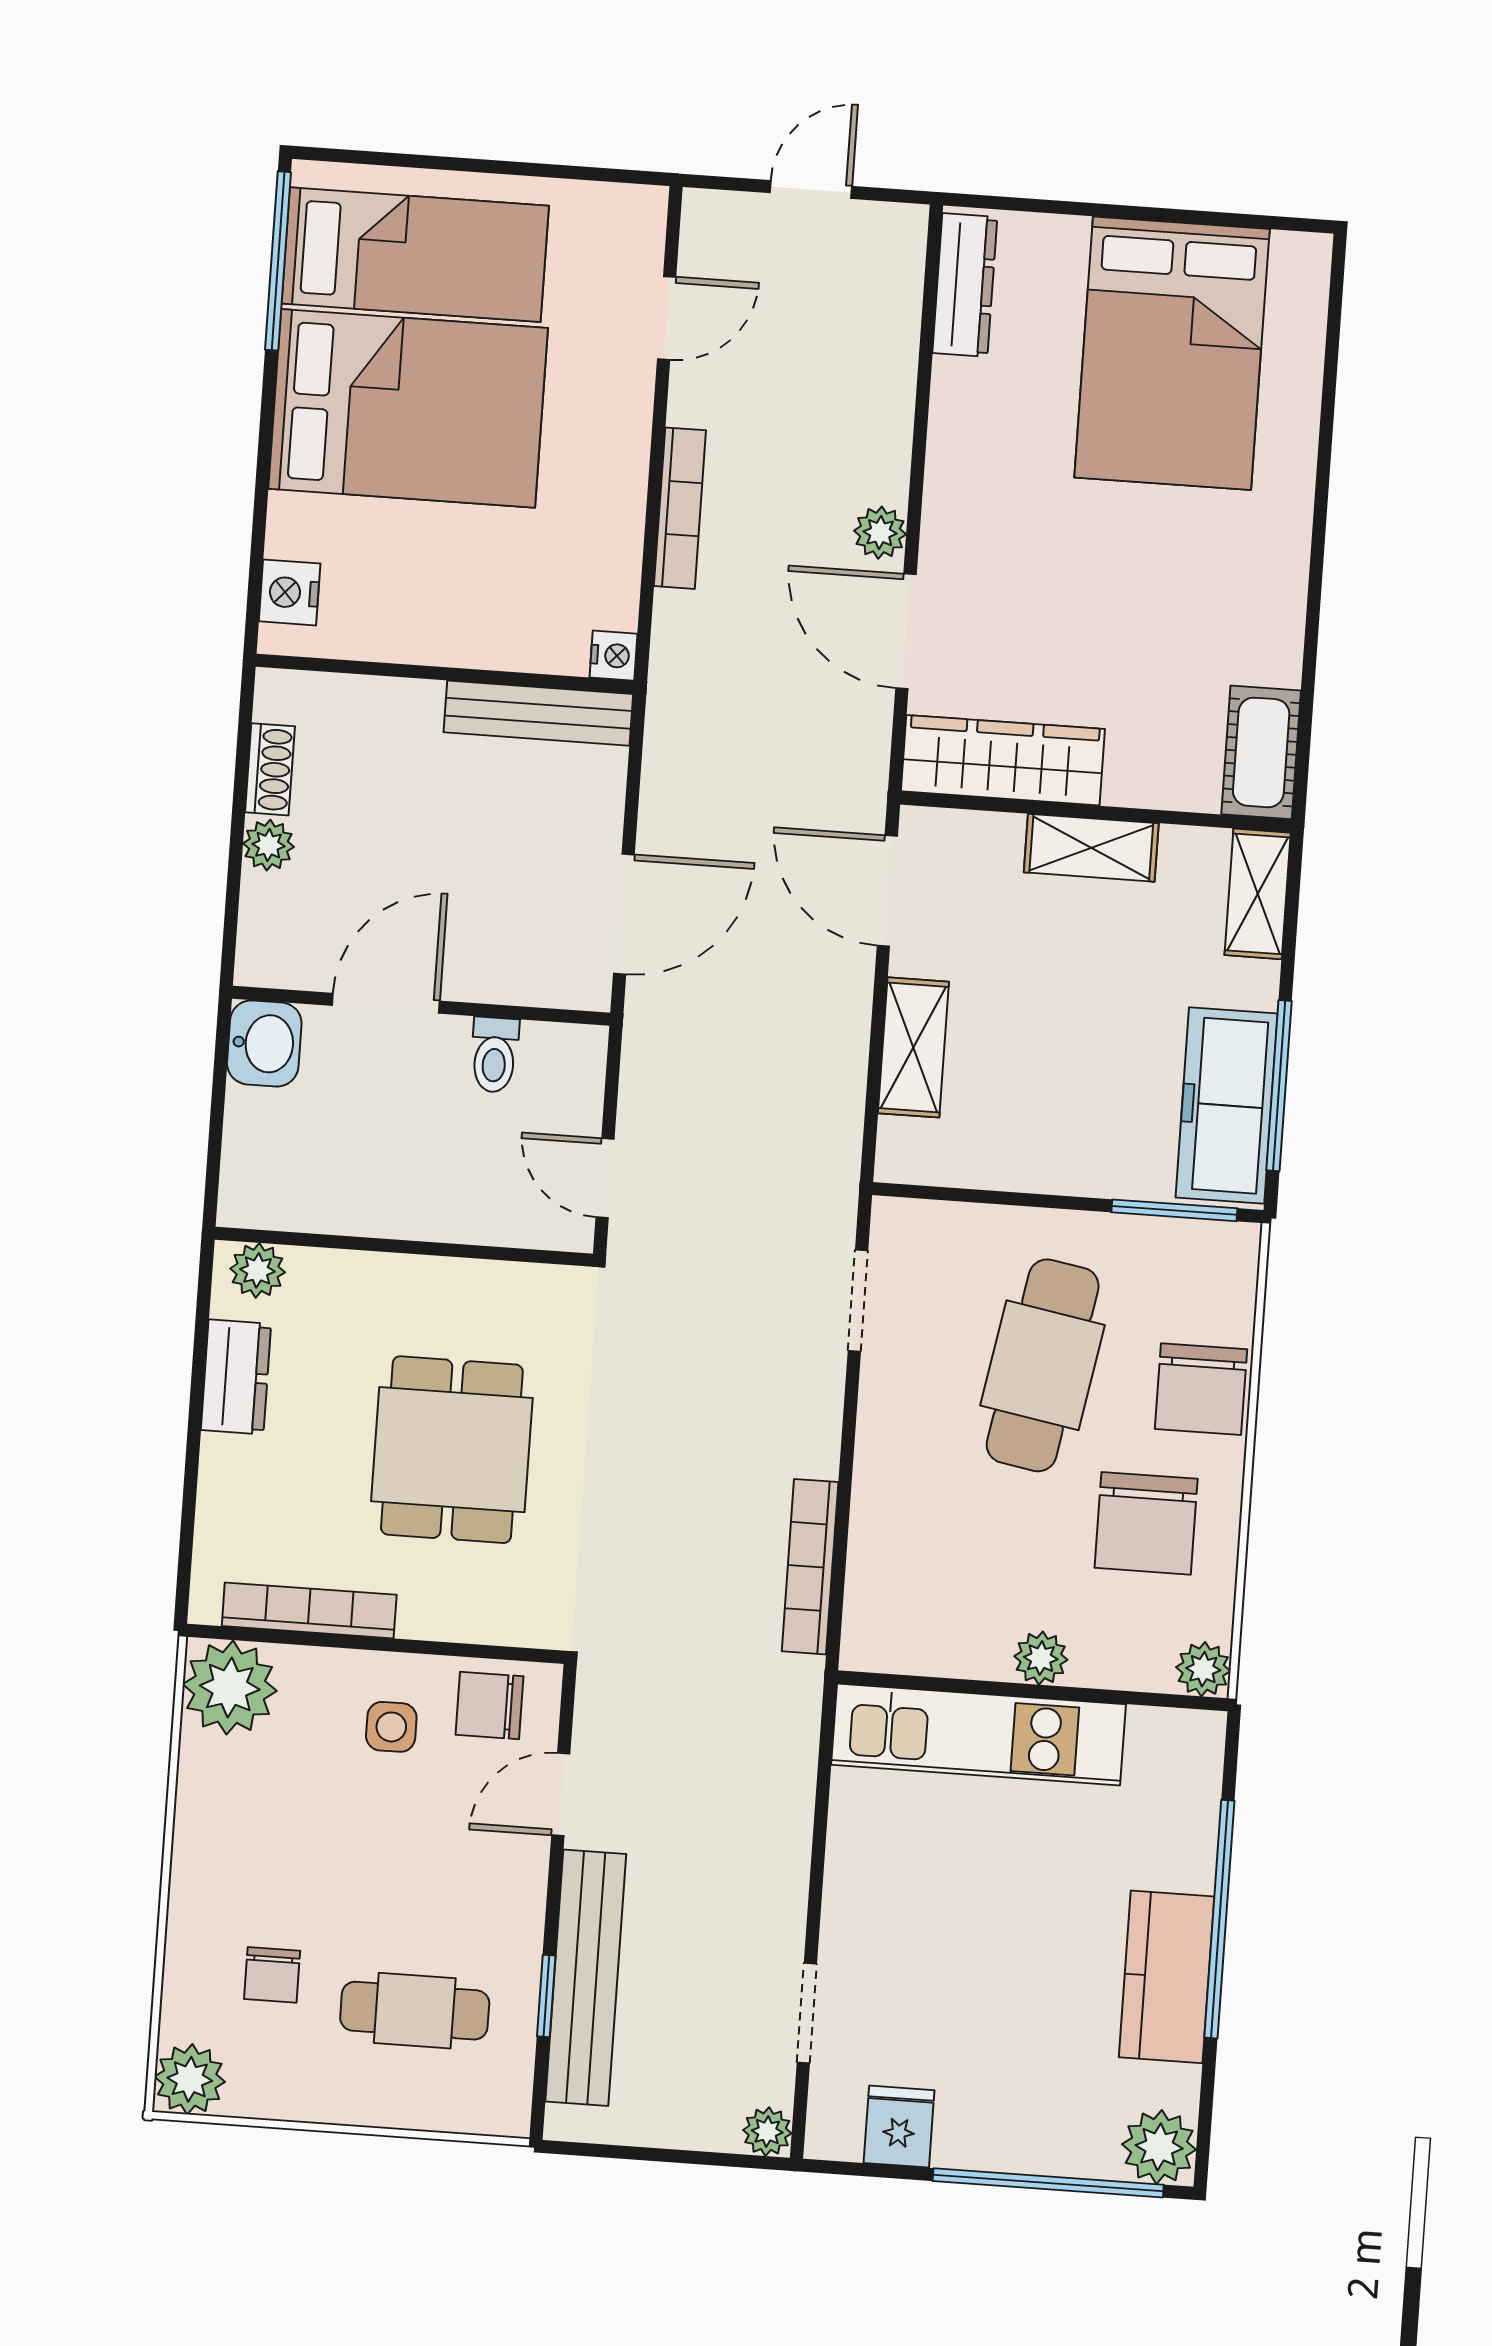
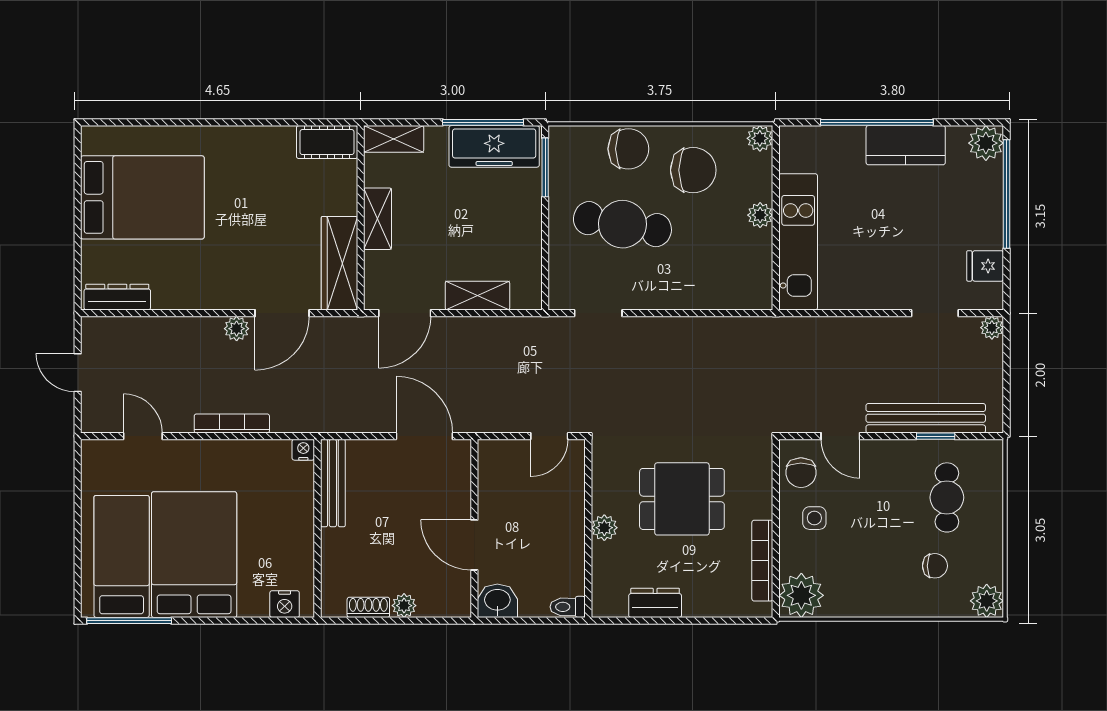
toilet: (494, 1055) -> (568, 607), moved, turned 180
plant: (258, 1270) -> (604, 528), moved
bookcase: (810, 1567) -> (725, 327), removed

